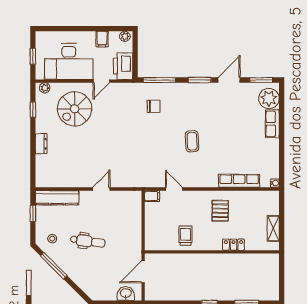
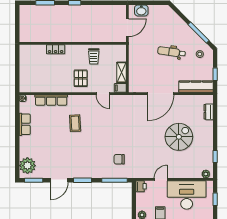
printer: (123, 66) -> (141, 186), width x0.53, depth x0.68
spiral stairs: (75, 109) -> (179, 137), moved
row of seats: (272, 124) -> (25, 124), moved
coffee table: (192, 141) -> (75, 123), moved
dresser: (41, 144) -> (209, 112), moved
door: (101, 189) -> (161, 94), width x1.88
pallet: (220, 211) -> (81, 78), moved
shelving: (273, 229) -> (122, 72), moved

